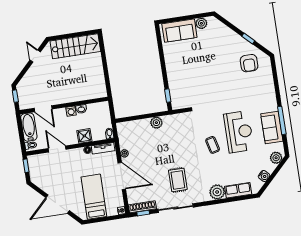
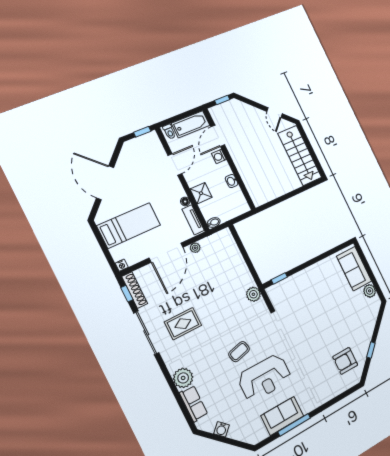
door: (35, 56) -> (275, 113), swing flipped
washing machine: (71, 111) -> (219, 156), moved
plant: (156, 123) -> (253, 294), moved
plant: (276, 158) -> (248, 435), removed

